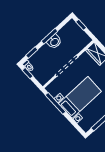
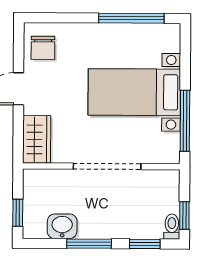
washbasin: (54, 42) -> (62, 226), moved

